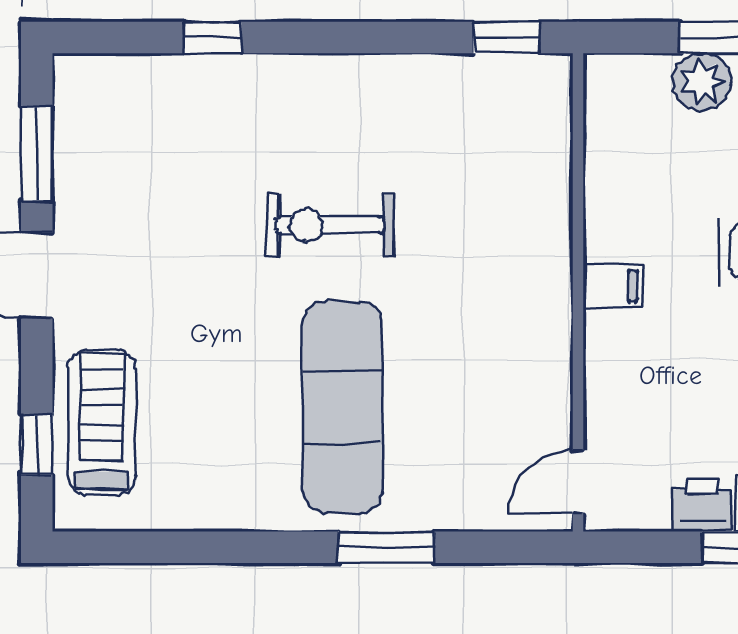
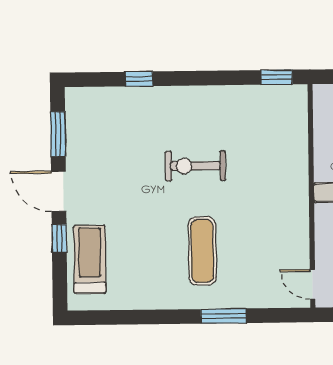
exercise mat: (343, 407) -> (202, 251), width x0.73, depth x0.69
window: (37, 445) -> (59, 238), moved
door: (578, 482) -> (313, 284), hinge flipped

